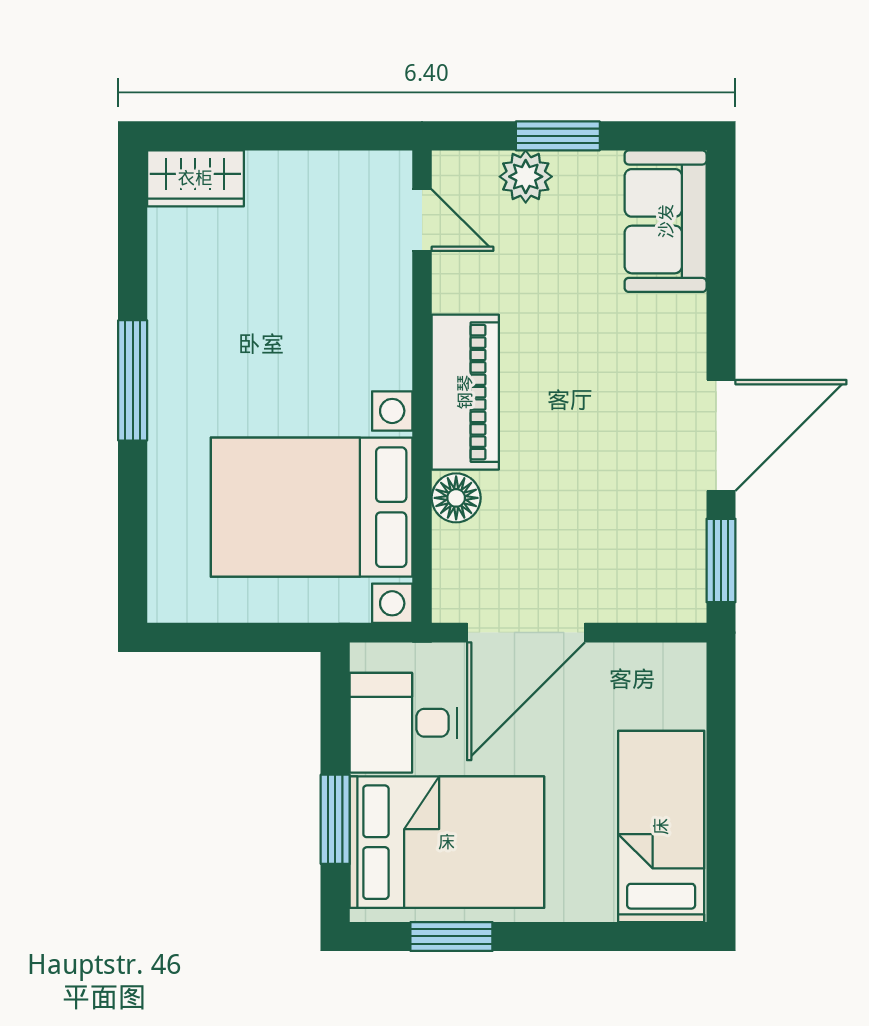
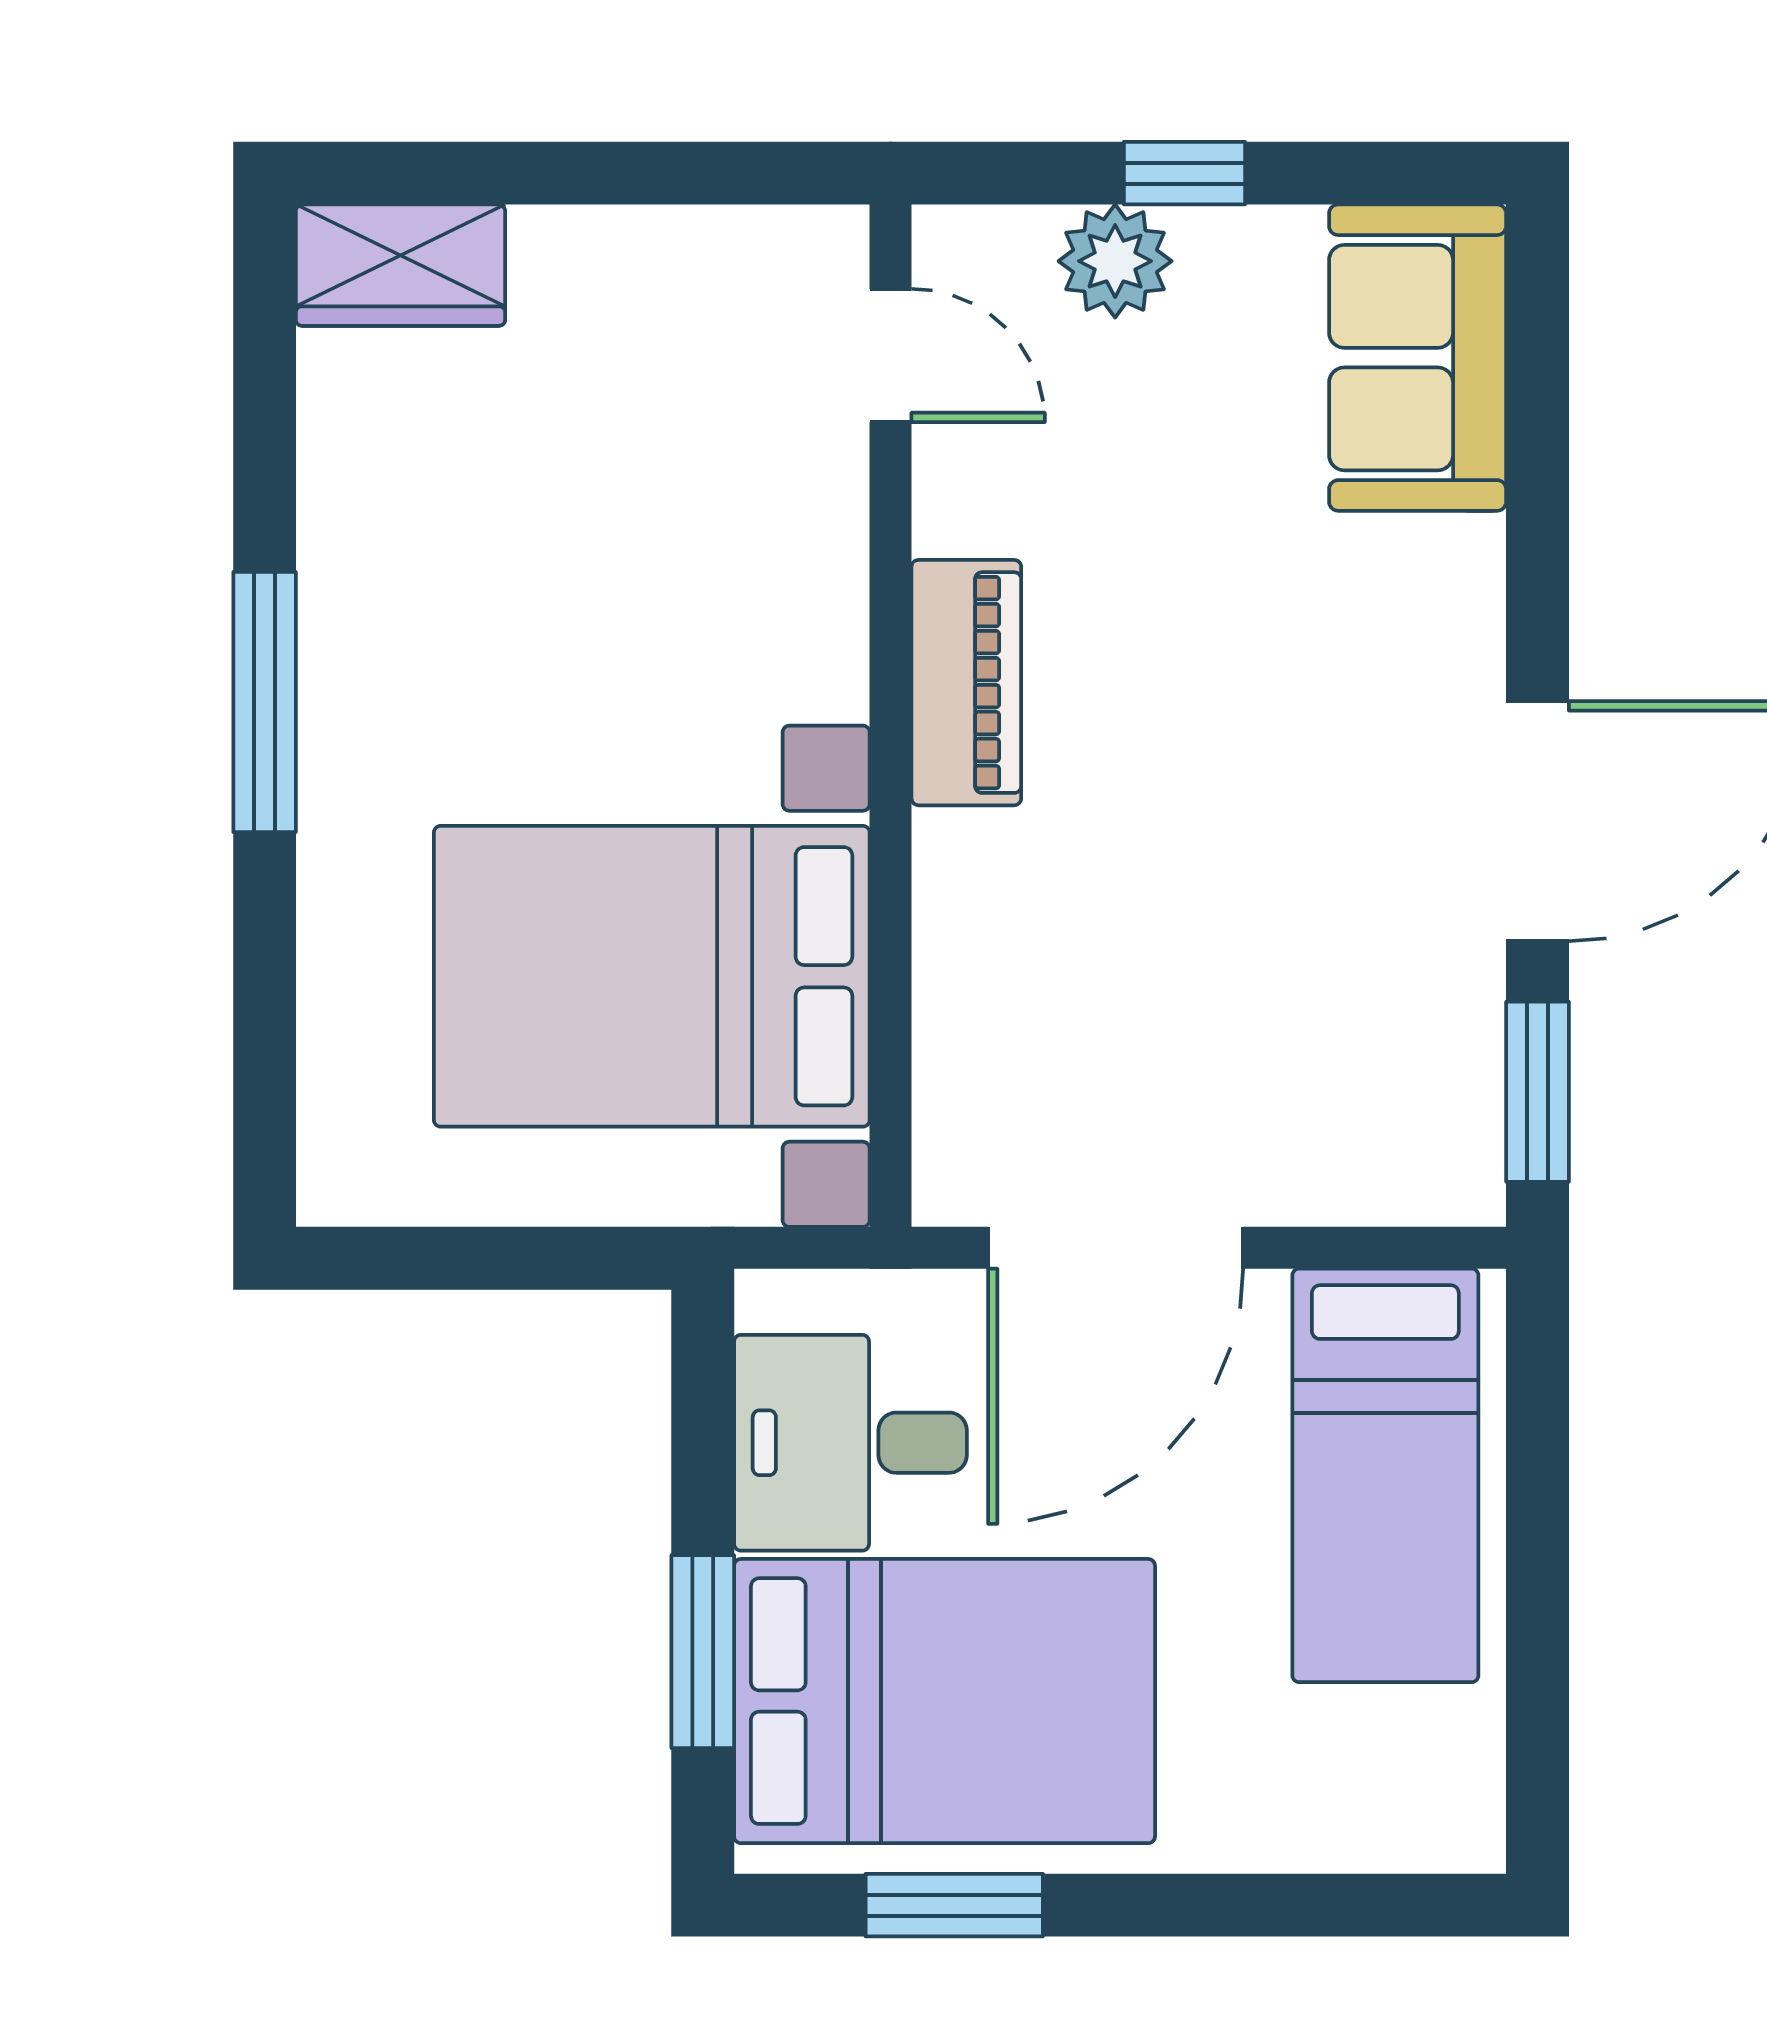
window: (558, 136) -> (1184, 173), width x0.67
piano: (465, 392) -> (966, 683), width x0.73, depth x0.75
floor lamp: (456, 498) -> (964, 956), removed
bed: (661, 826) -> (1385, 1475), moved, turned 180

